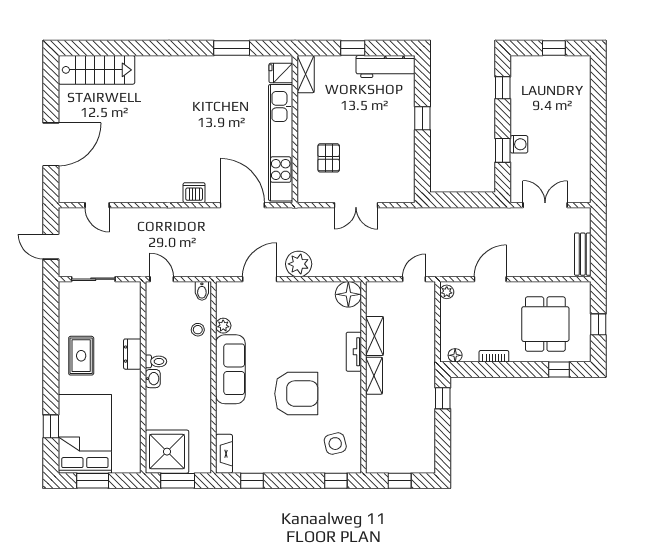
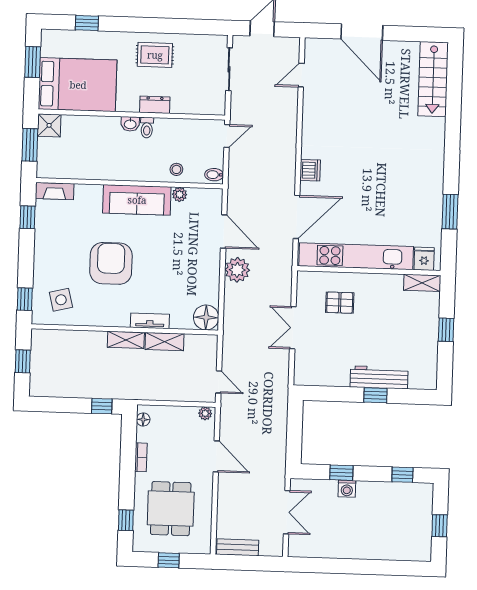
workbench: (386, 66) -> (379, 377), moved, turned 90
dining table: (545, 324) -> (171, 509), turned 90
armchair: (296, 394) -> (111, 263), turned 180
bed: (85, 434) -> (78, 85), moved
shower: (167, 452) -> (49, 125), width x0.54, depth x0.54

